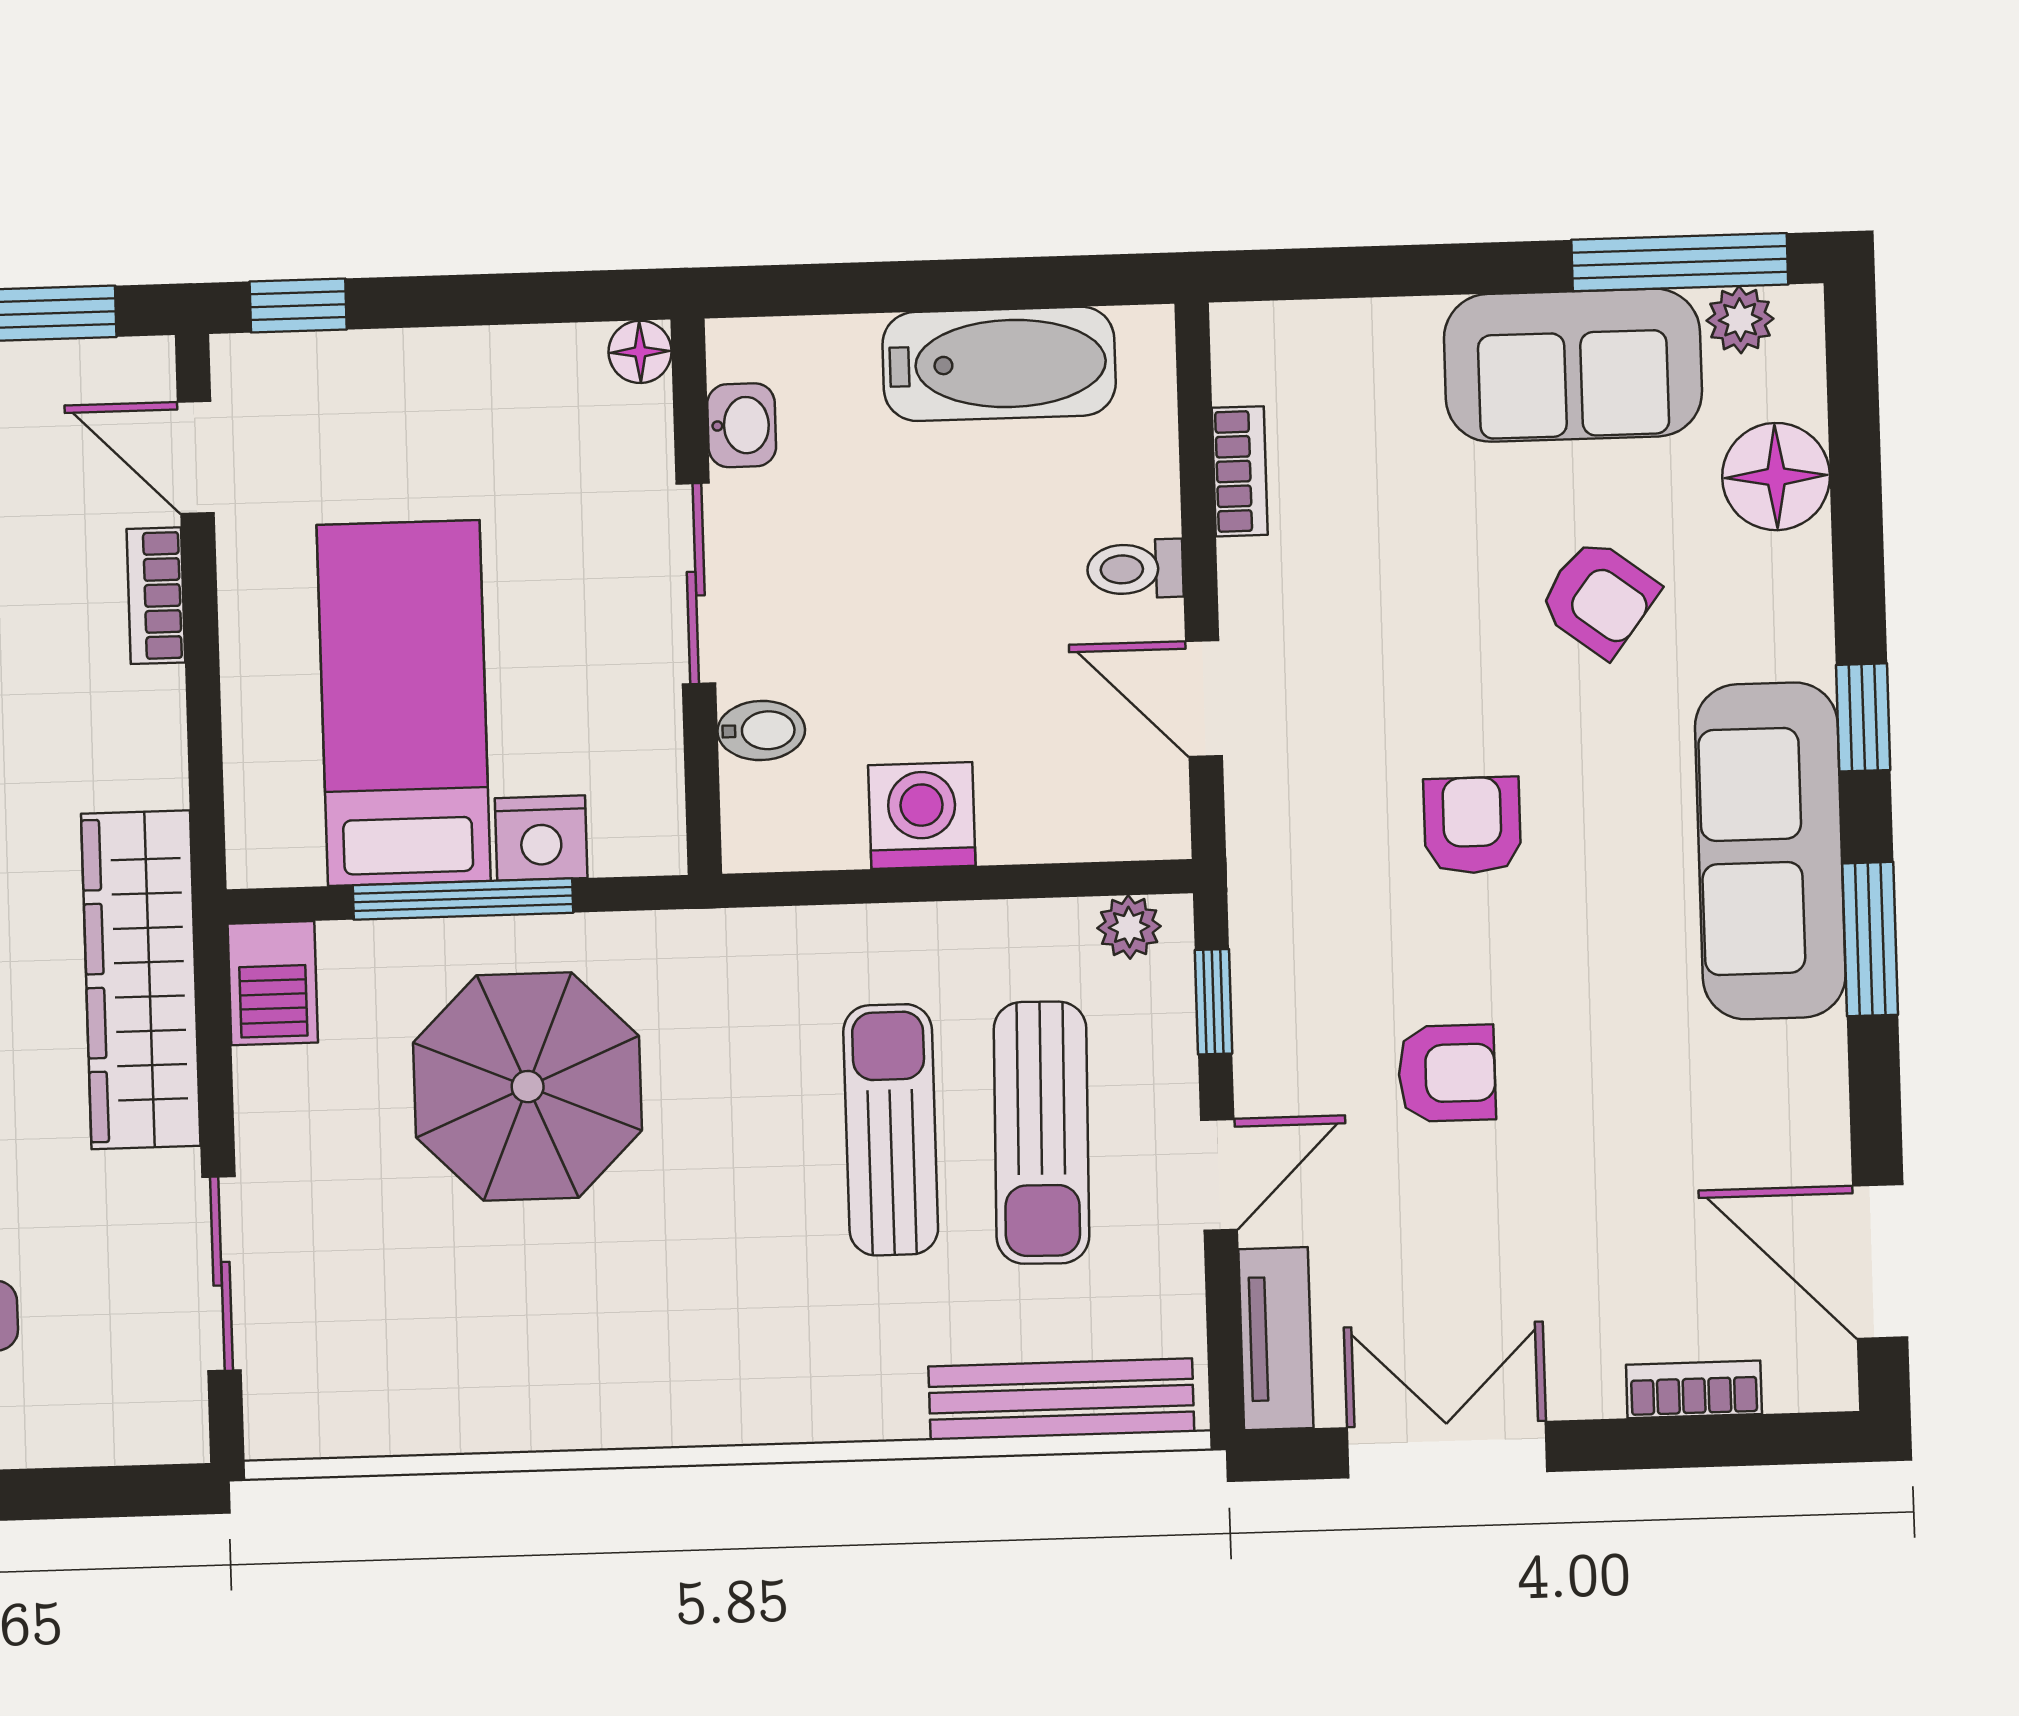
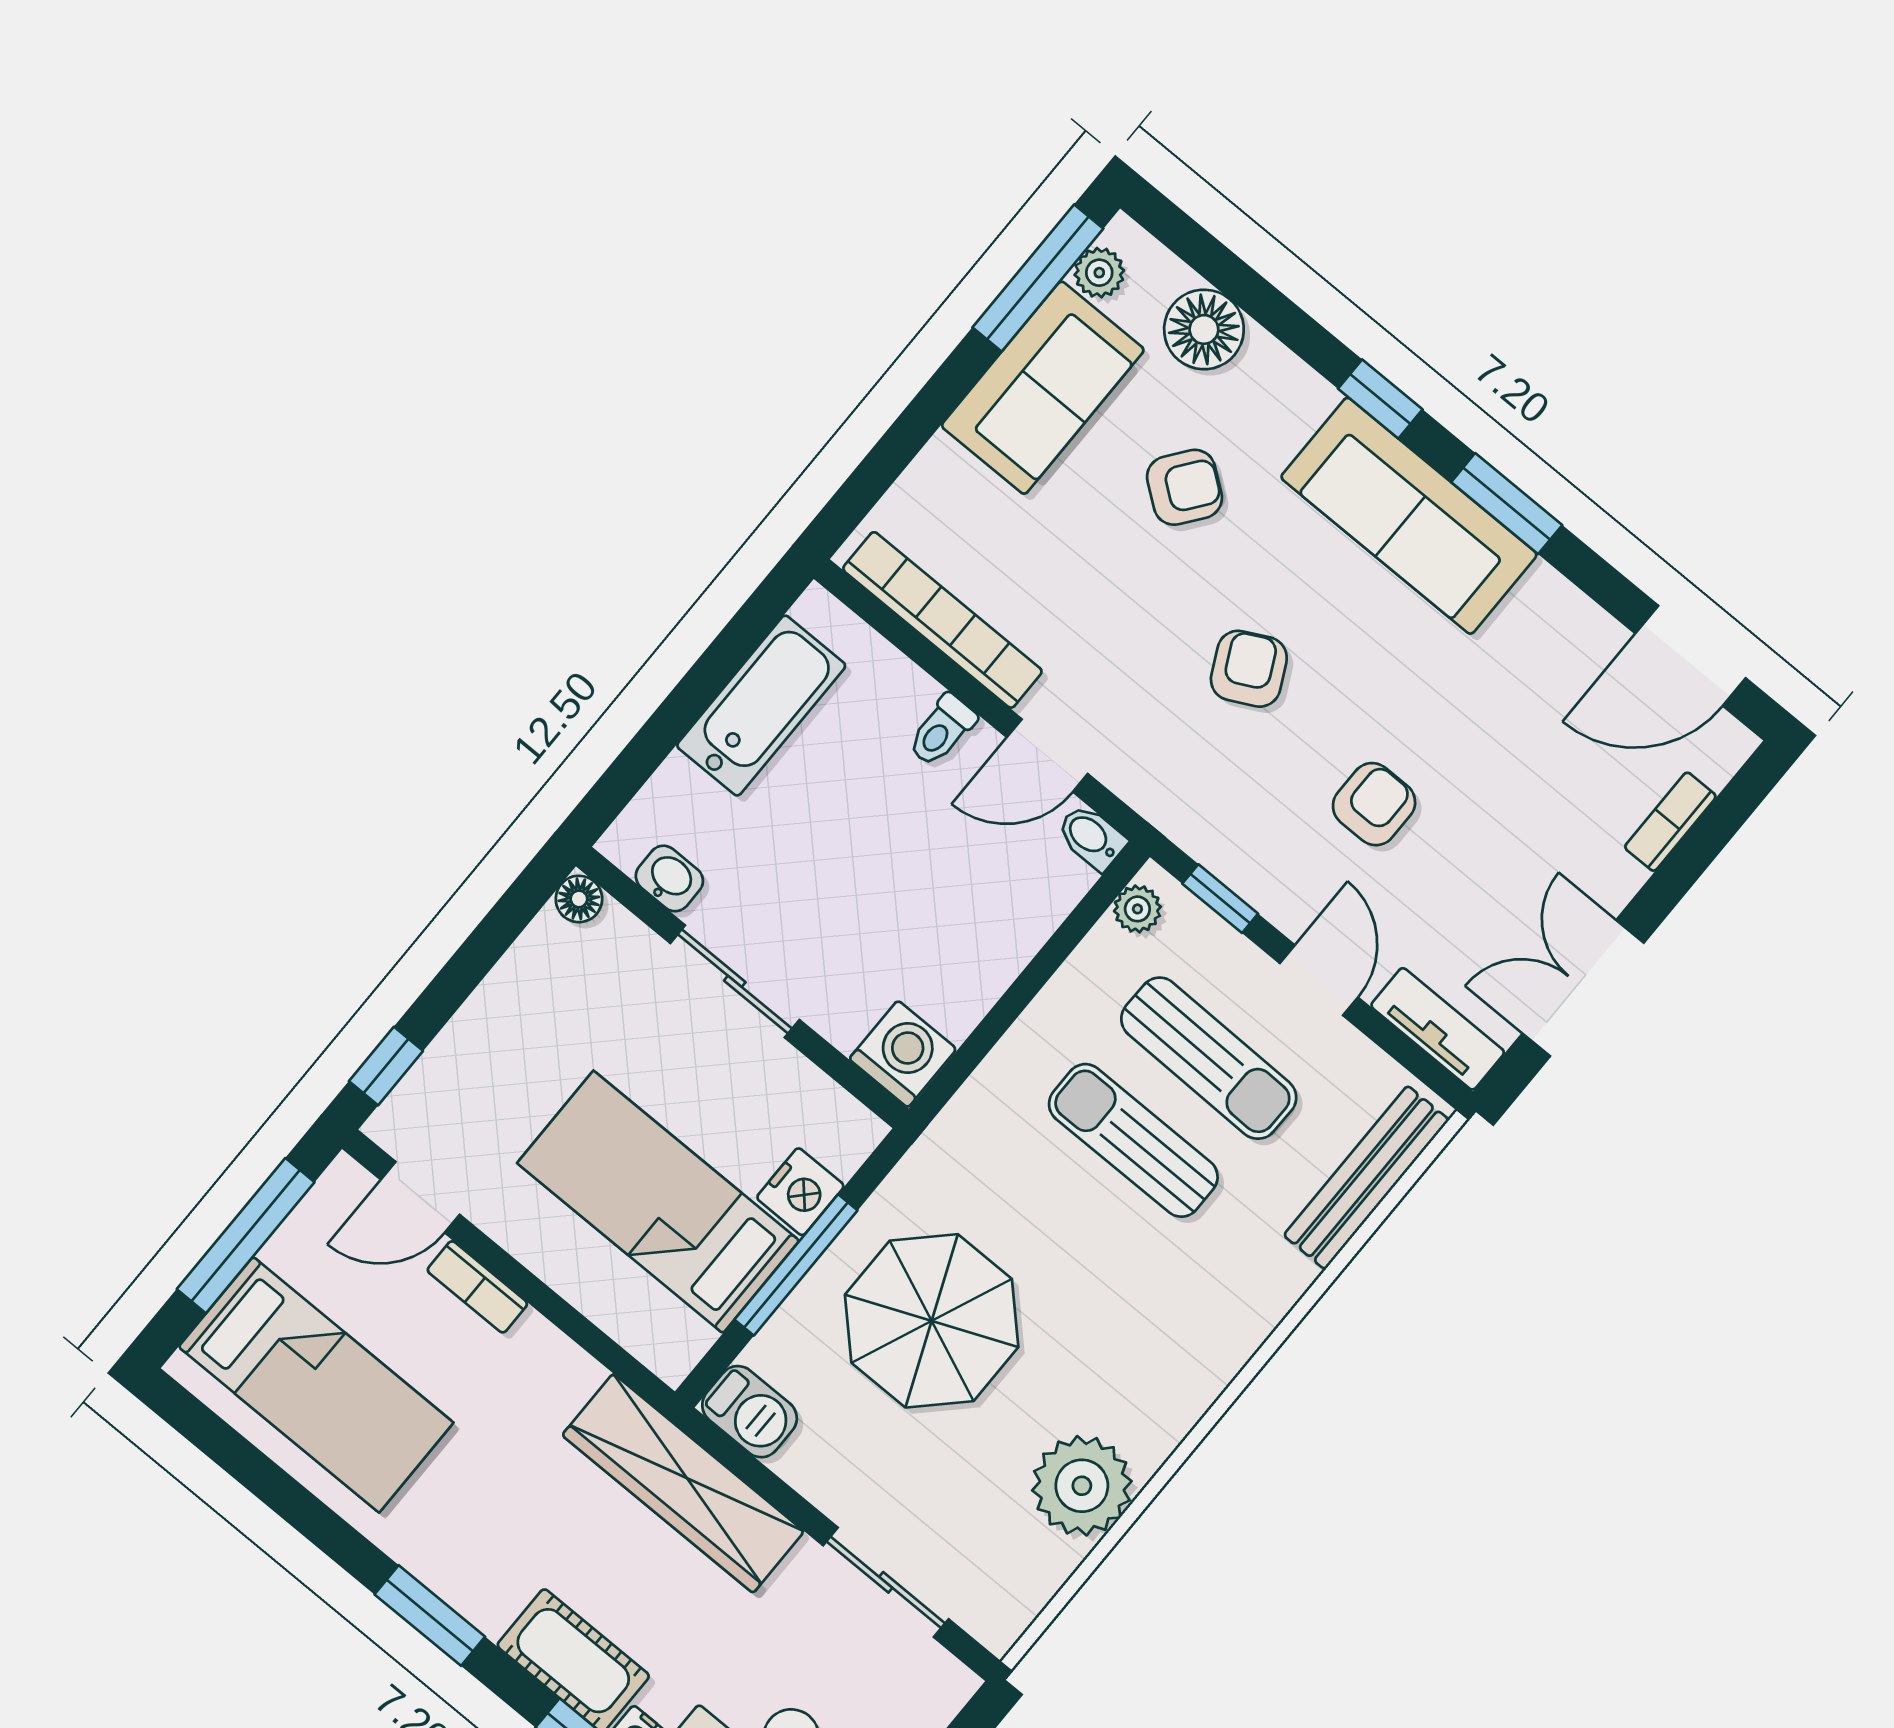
bookcase: (1240, 471) -> (942, 620), width x2.31, depth x1.31
bidet: (761, 730) -> (1092, 837), moved, turned -90
washing machine: (922, 815) -> (903, 1054), moved, turned 90
armchair: (1472, 825) -> (1249, 669), turned 63
plant: (495, 1386) -> (1082, 1486), added

